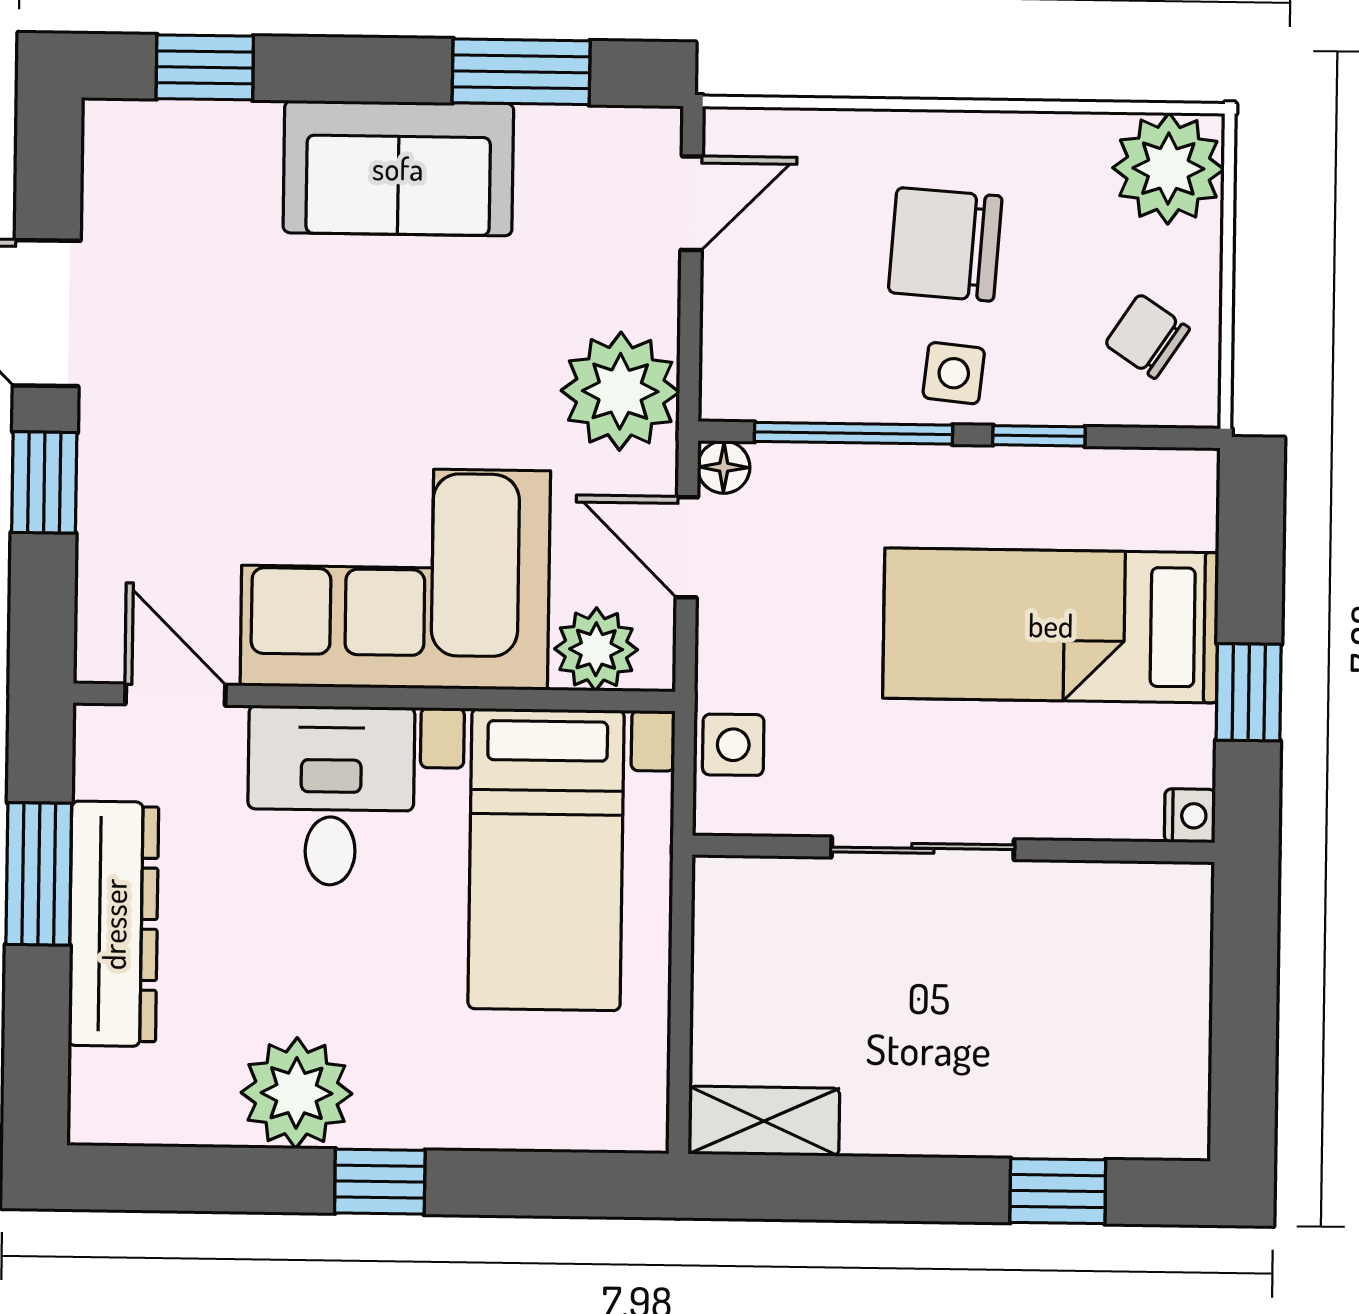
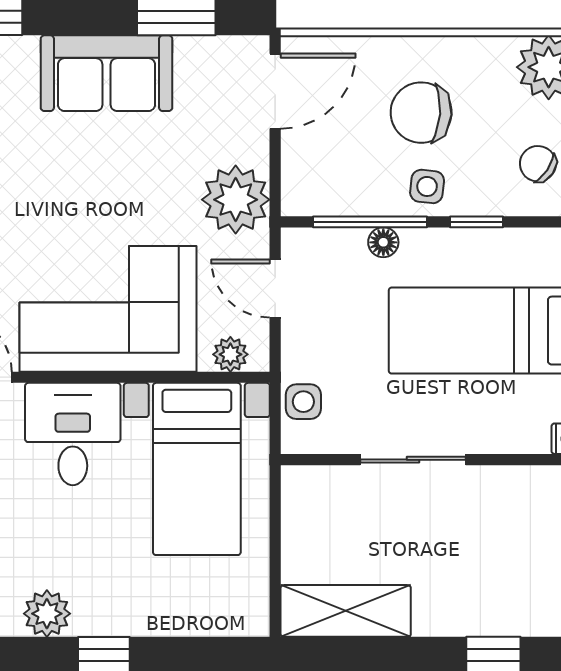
door: (692, 203) -> (275, 91), width x1.38
floor lamp: (724, 467) -> (383, 242), moved
plant: (596, 649) -> (230, 354), width x0.73, depth x0.73
plant: (296, 1093) -> (47, 614), width x0.73, depth x0.73
shelving: (764, 1121) -> (346, 611), width x1.50, depth x1.33

